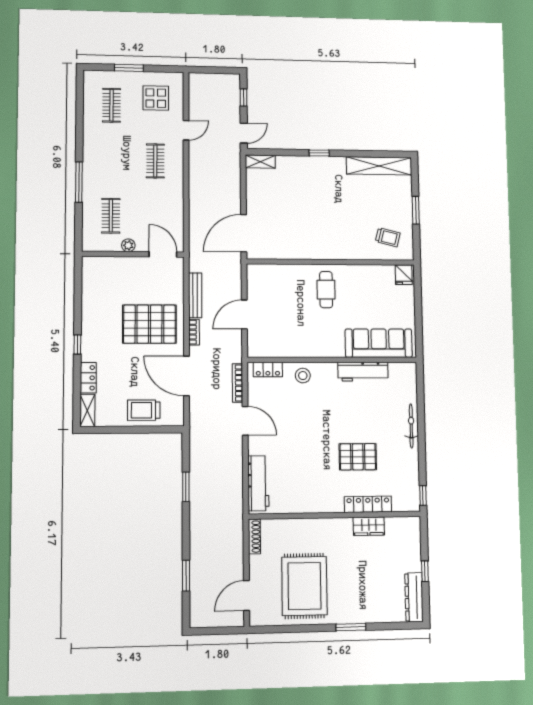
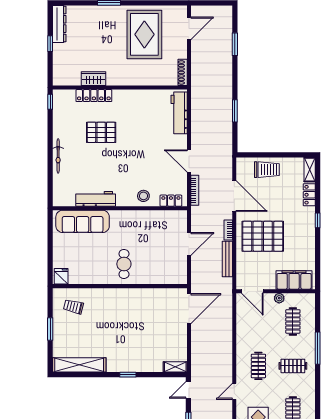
clothes rail: (111, 160) -> (293, 366), added
filing cabinet: (109, 268) -> (294, 280), added

